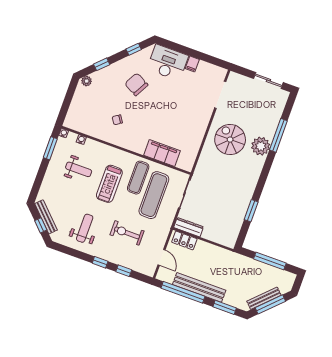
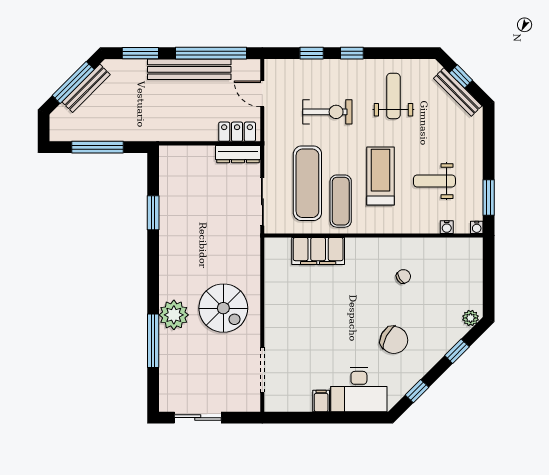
weight bench: (85, 228) -> (393, 96), turned 180

